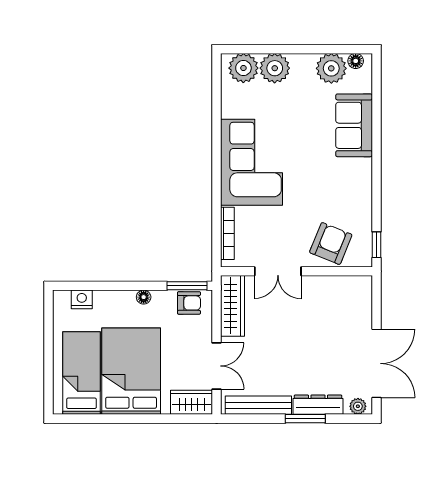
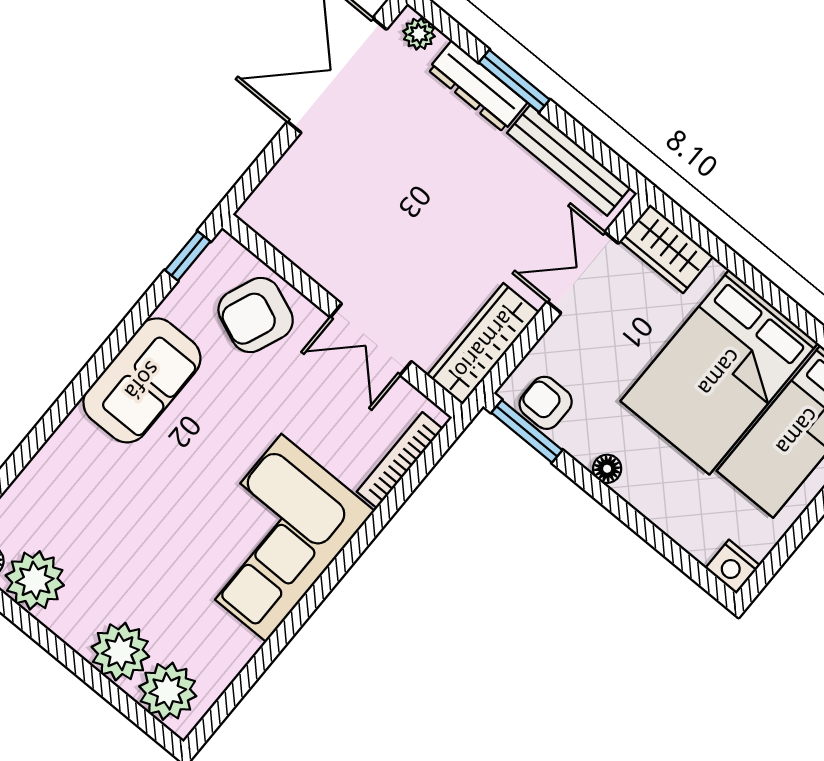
sofa: (354, 125) -> (142, 380), moved
double door: (278, 271) -> (371, 339), swing flipped
nightstand: (82, 299) -> (733, 567), moved

